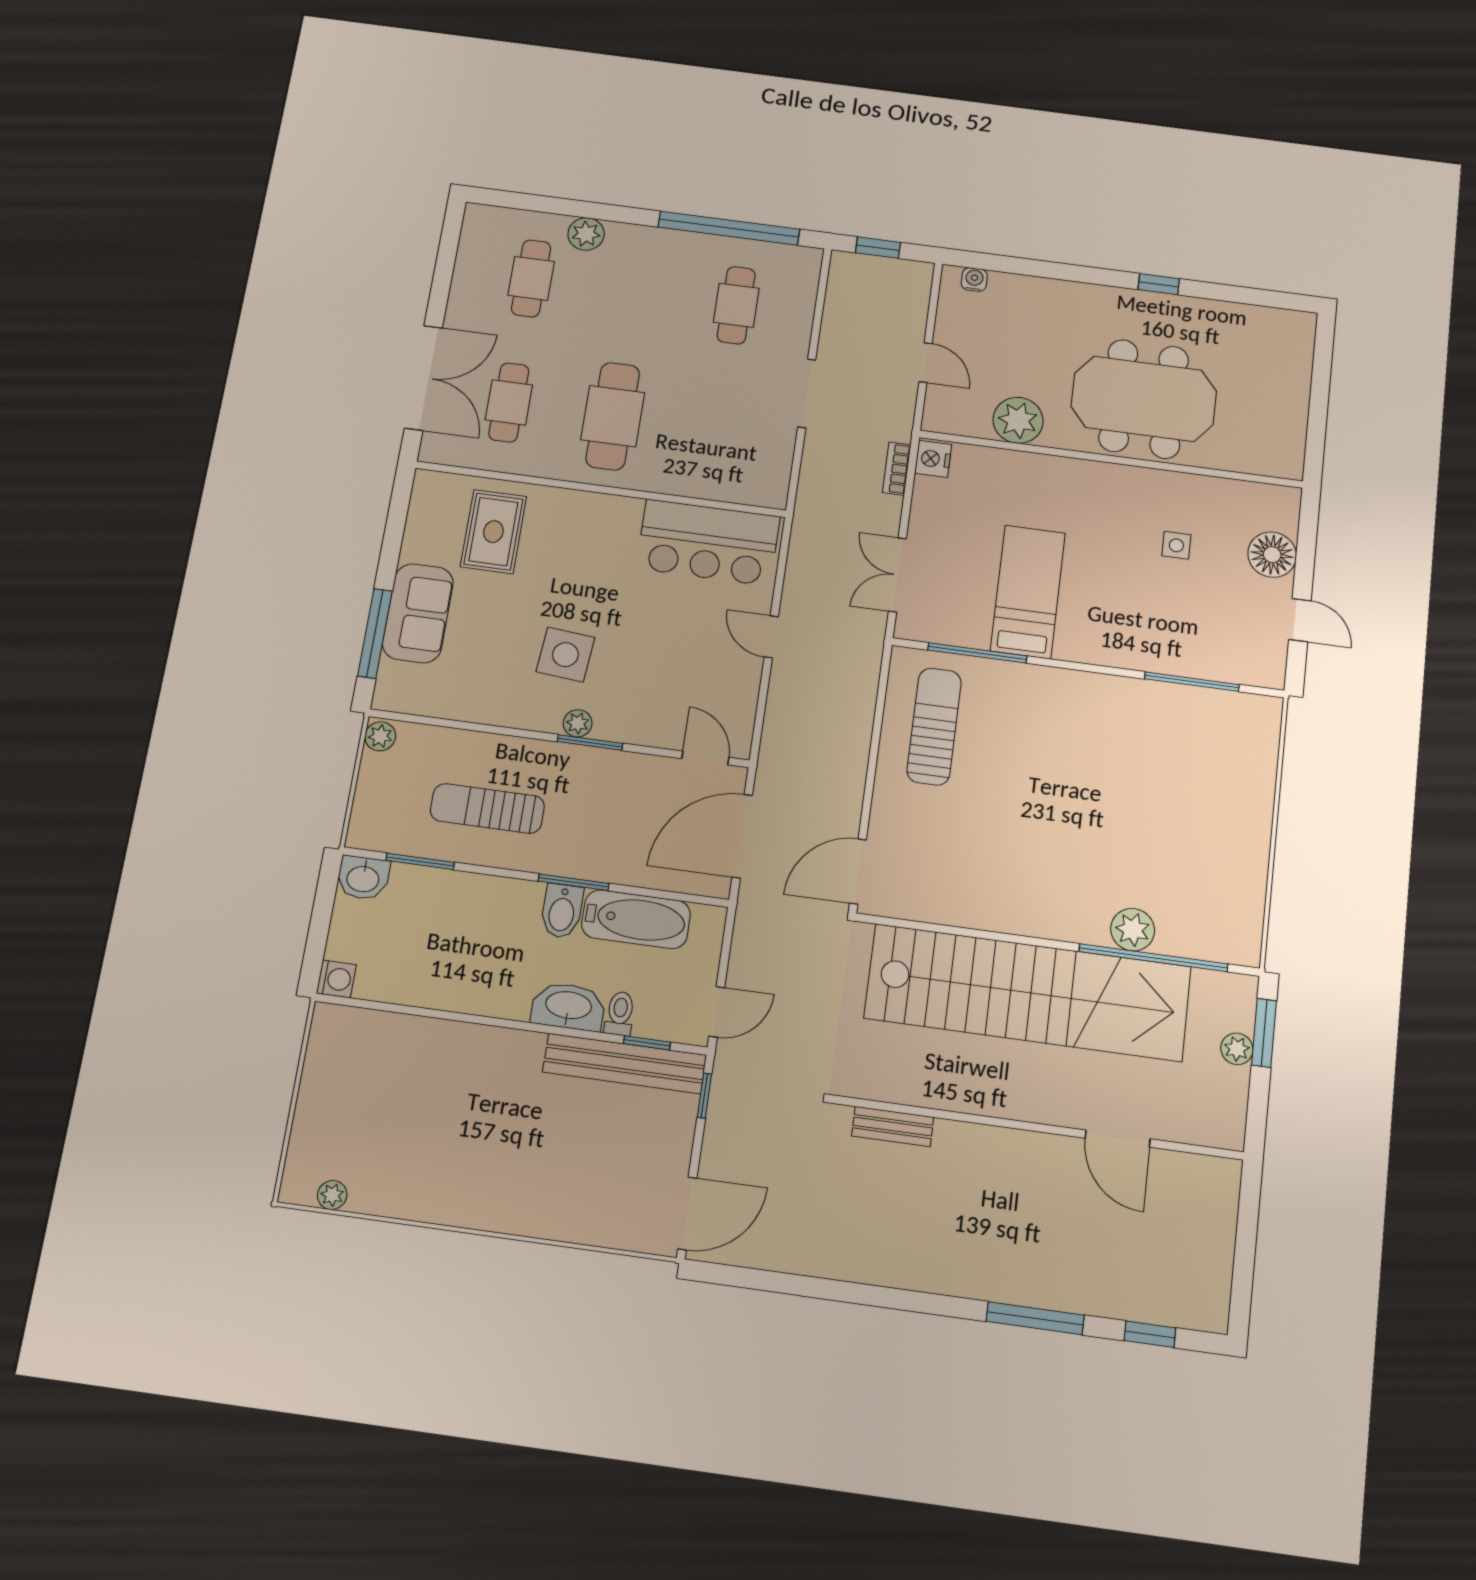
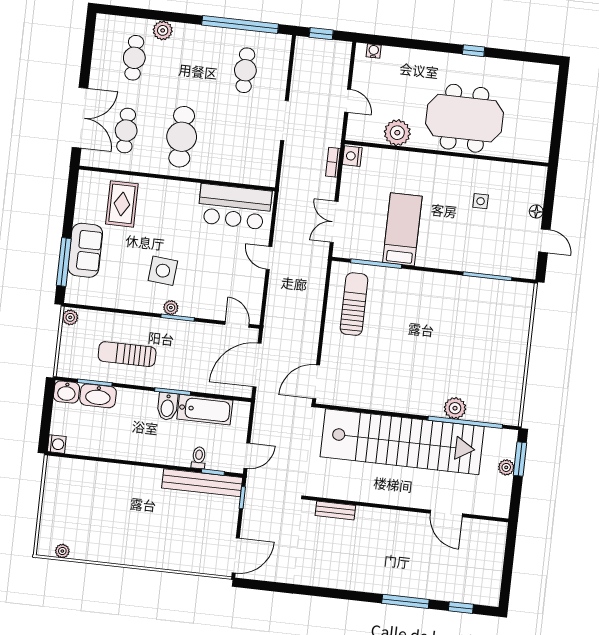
floor lamp: (1272, 555) -> (536, 211), width x0.53, depth x0.53
washbasin: (568, 1006) -> (98, 396), moved, turned 180

